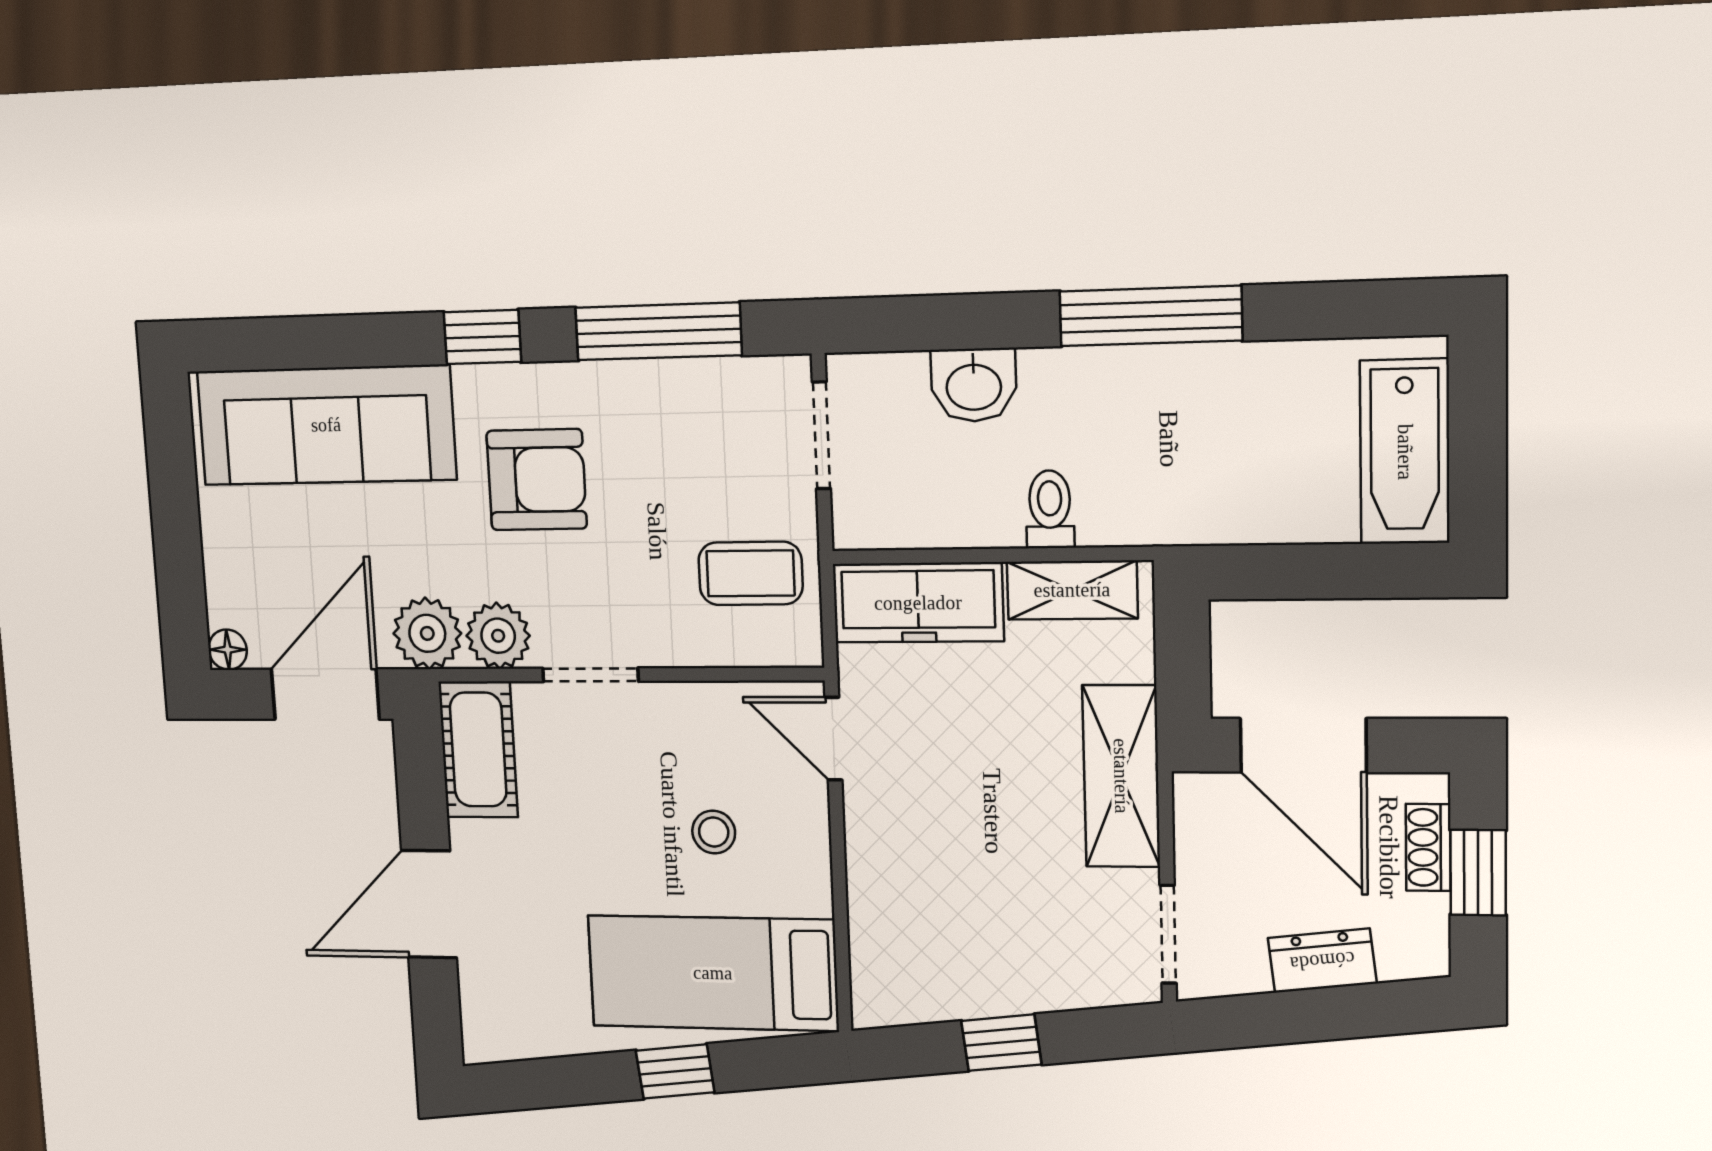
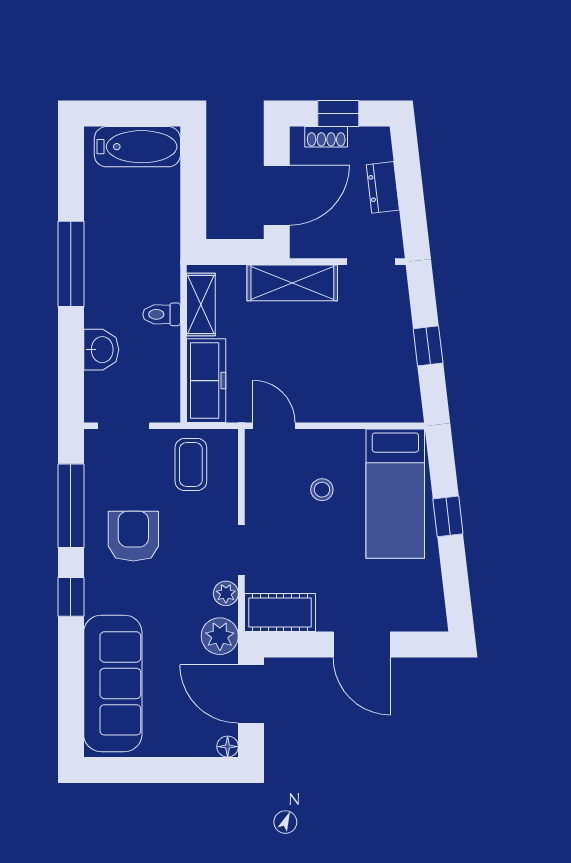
armchair: (537, 480) -> (133, 536), moved
plant: (498, 636) -> (226, 593), width x0.73, depth x0.73
door: (833, 739) -> (274, 426), swing flipped

